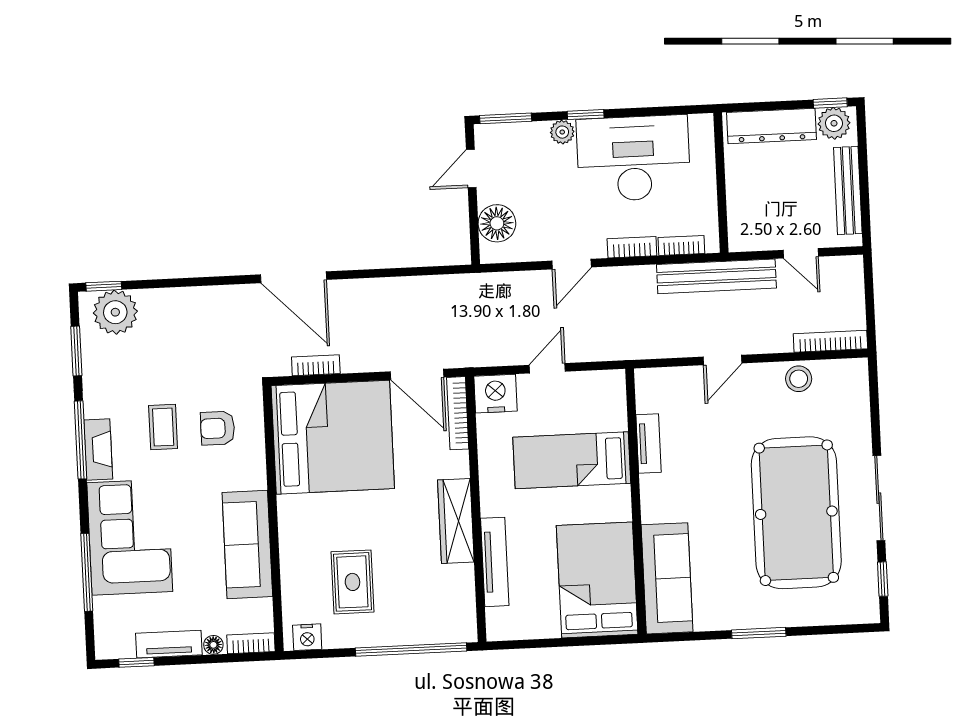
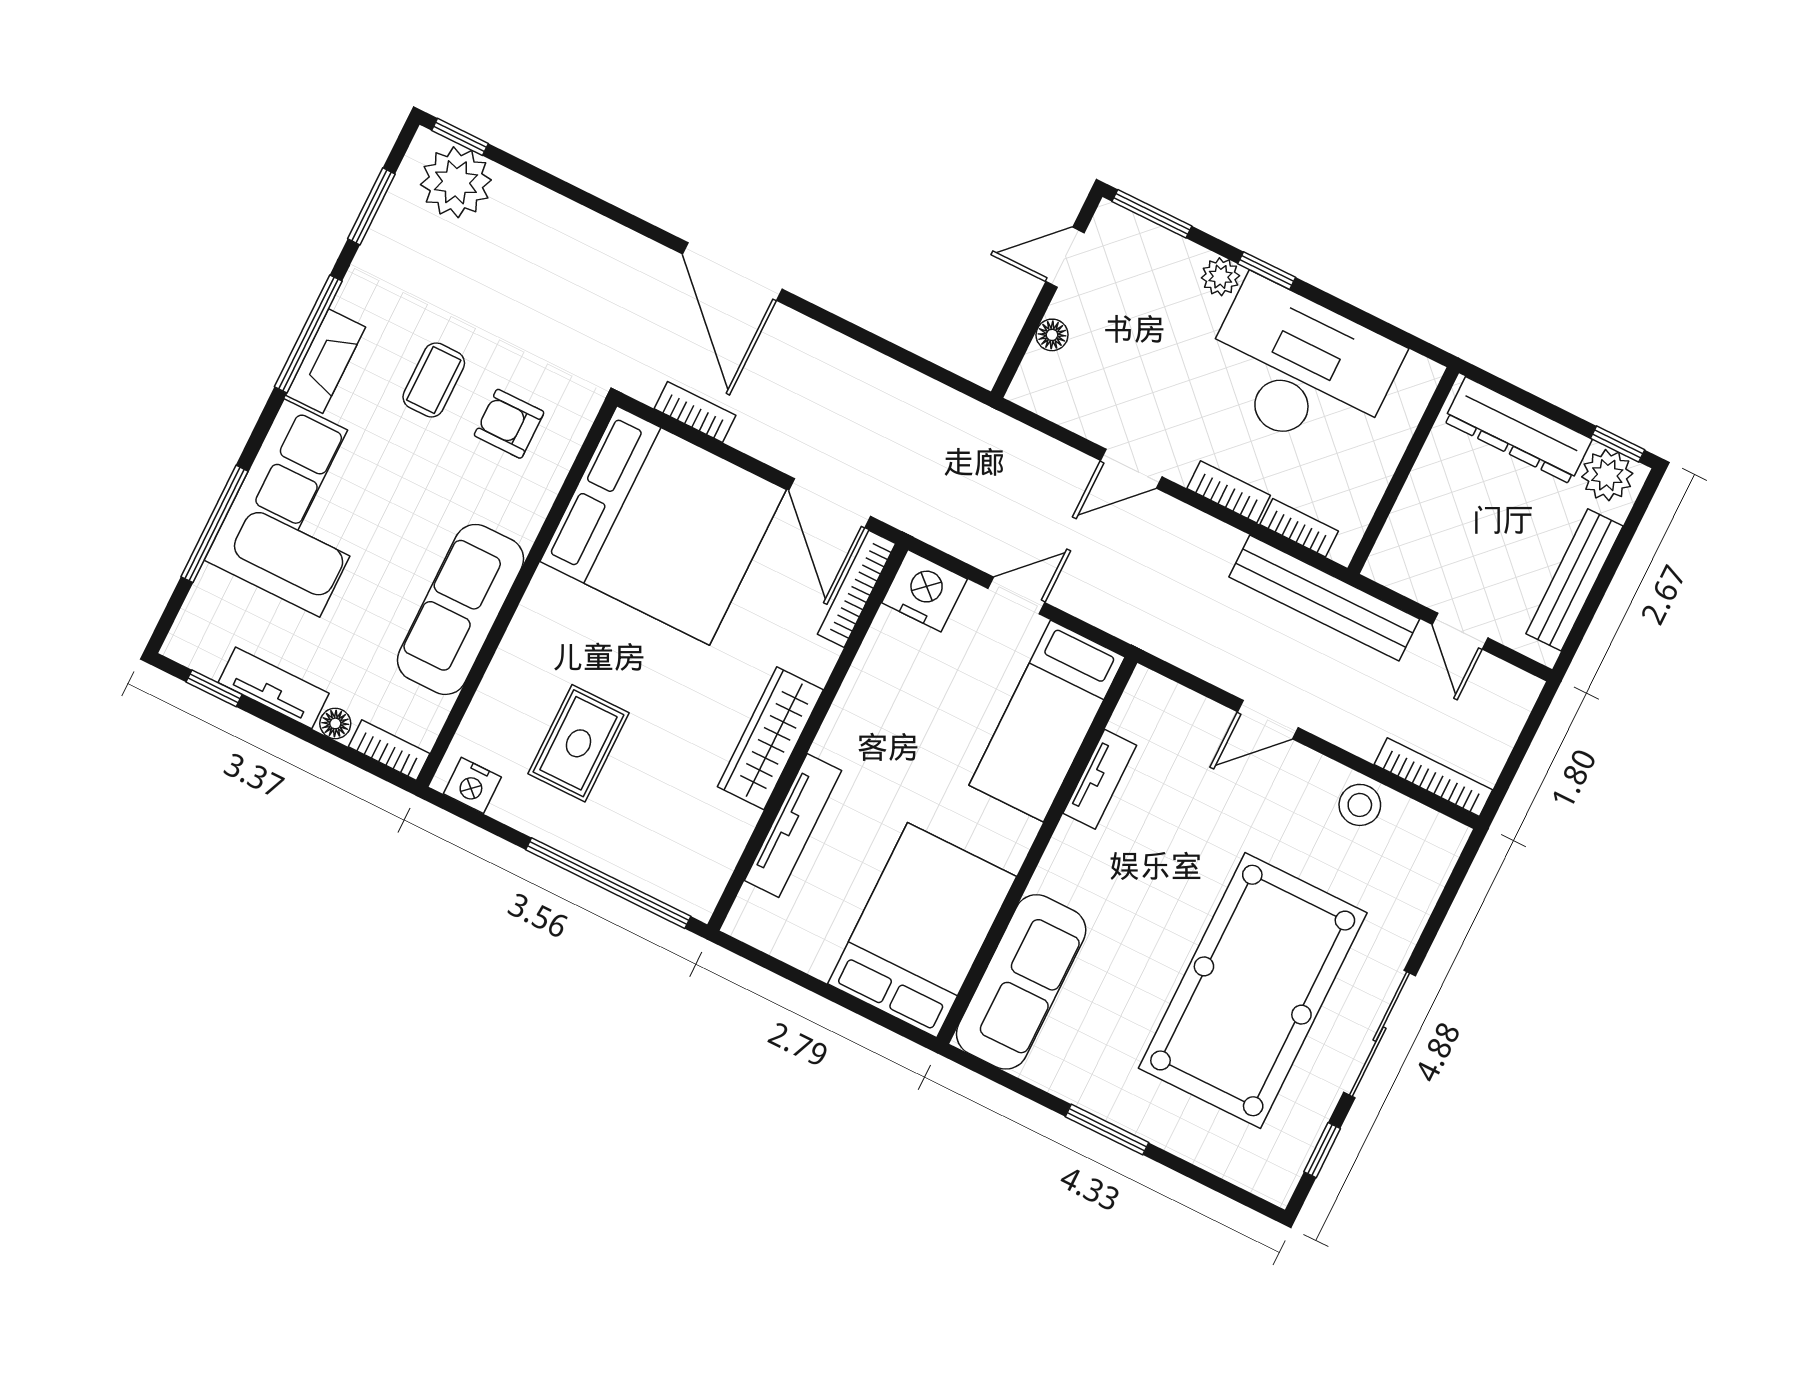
floor lamp: (497, 223) -> (1052, 335), width x0.53, depth x0.53
bed: (572, 460) -> (1047, 721), moved, turned -90

